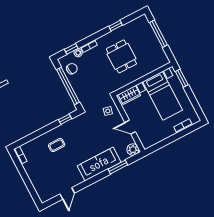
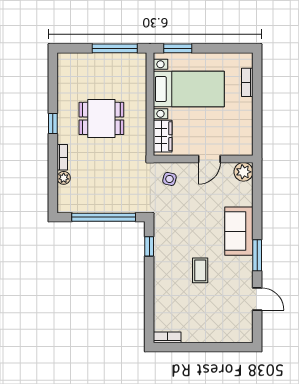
window: (116, 26) -> (53, 123), moved
window: (158, 34) -> (115, 48), moved
window: (71, 49) -> (53, 185), removed
chair: (72, 69) -> (82, 199), removed
coffee table: (57, 145) -> (200, 270), moved
sofa: (99, 164) -> (239, 231), width x0.73
window: (118, 167) -> (257, 255), moved

